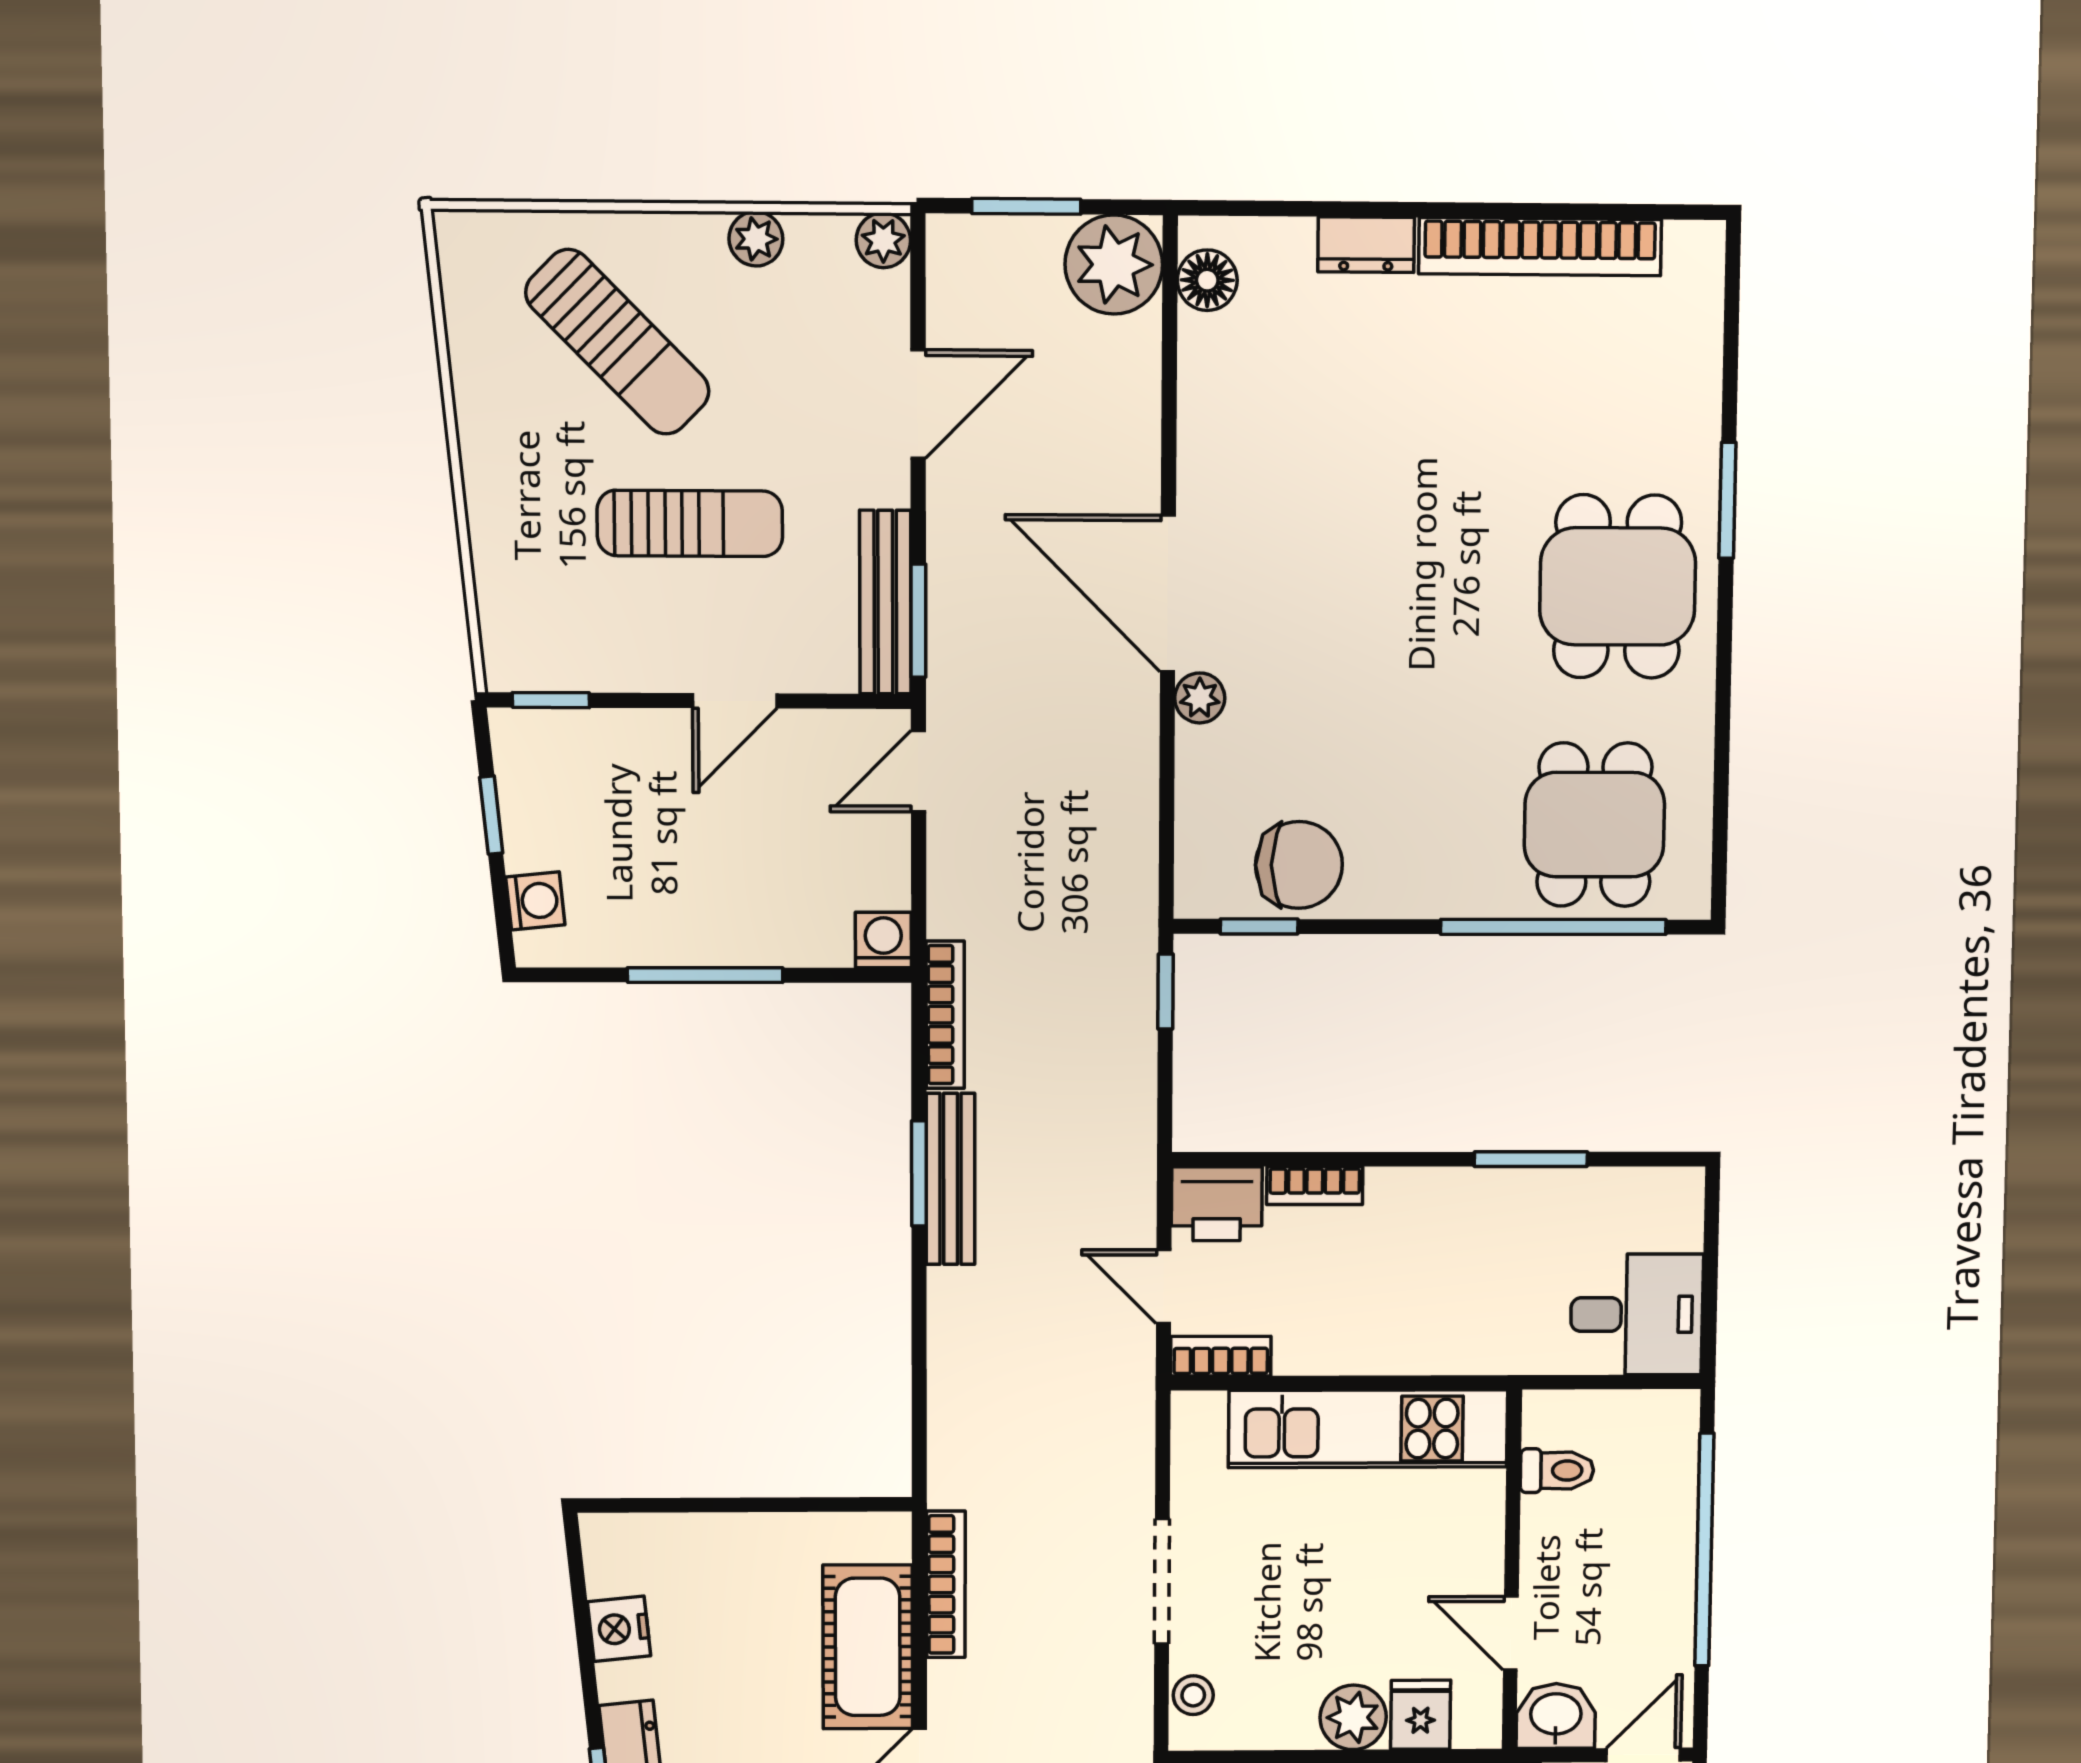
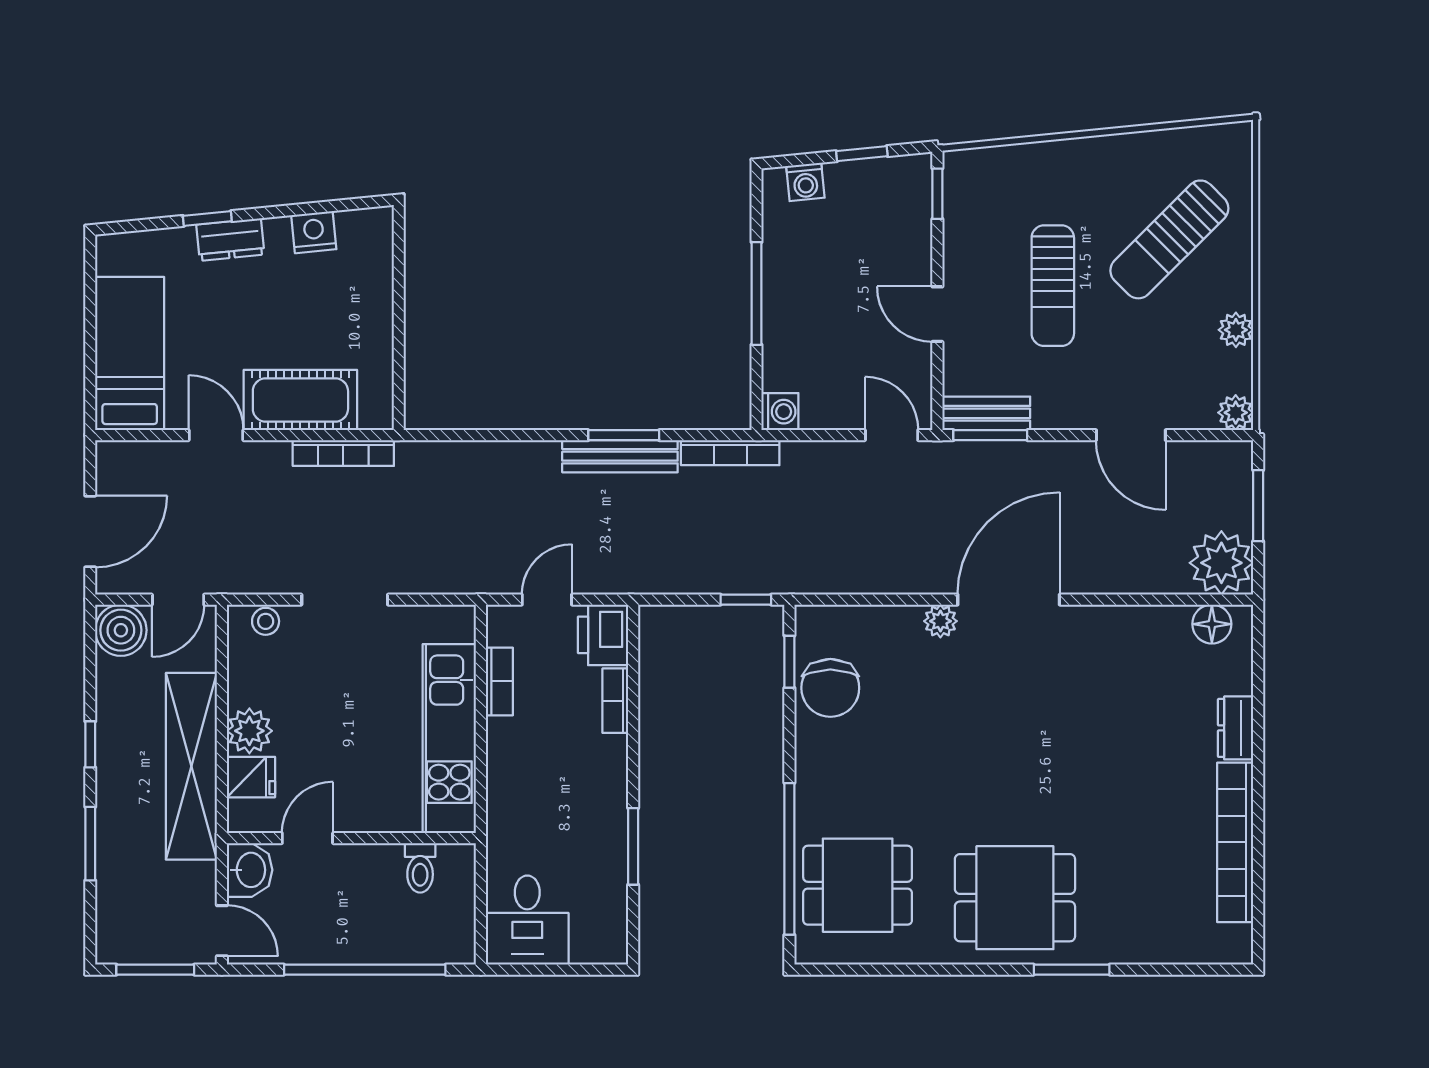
bench: (885, 602) -> (986, 413), width x0.73
bookcase: (1221, 1356) -> (499, 681), moved

